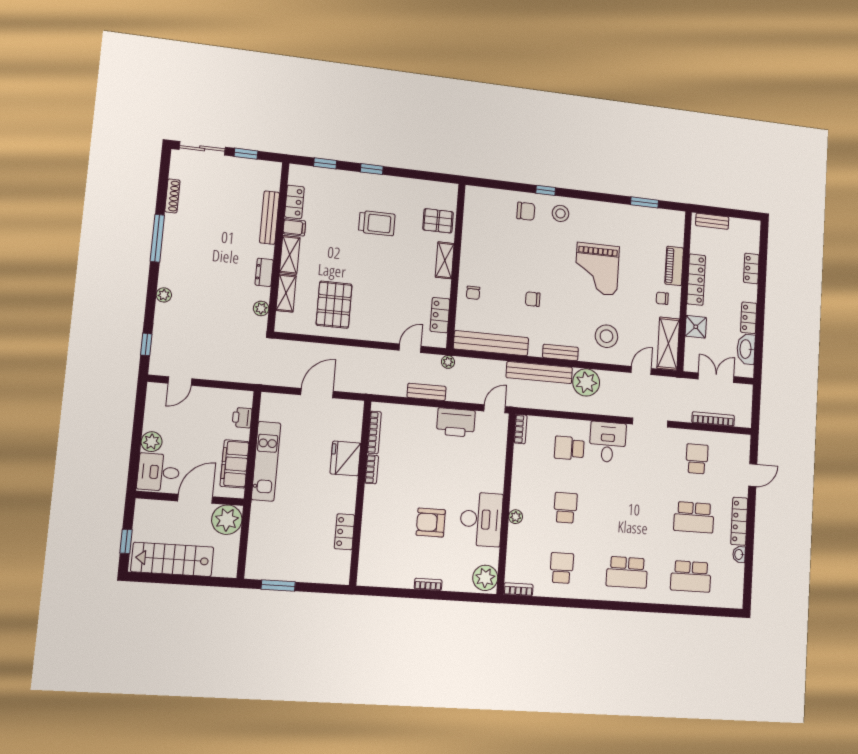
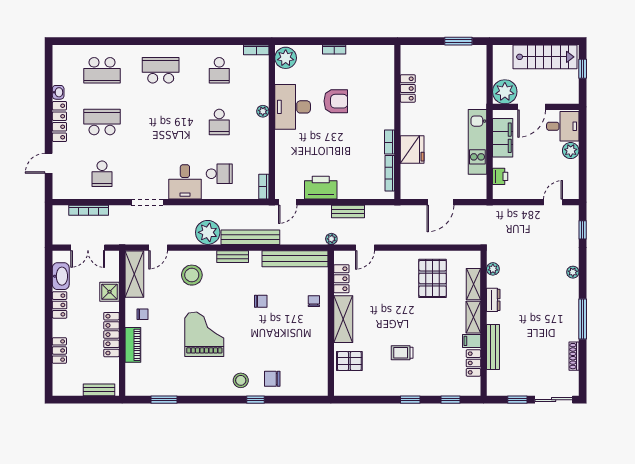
trolley: (377, 223) -> (402, 353), width x0.73, depth x0.72
shelving: (445, 260) -> (343, 319), width x1.50, depth x1.33
school desk: (691, 576) -> (102, 70), turned 180

